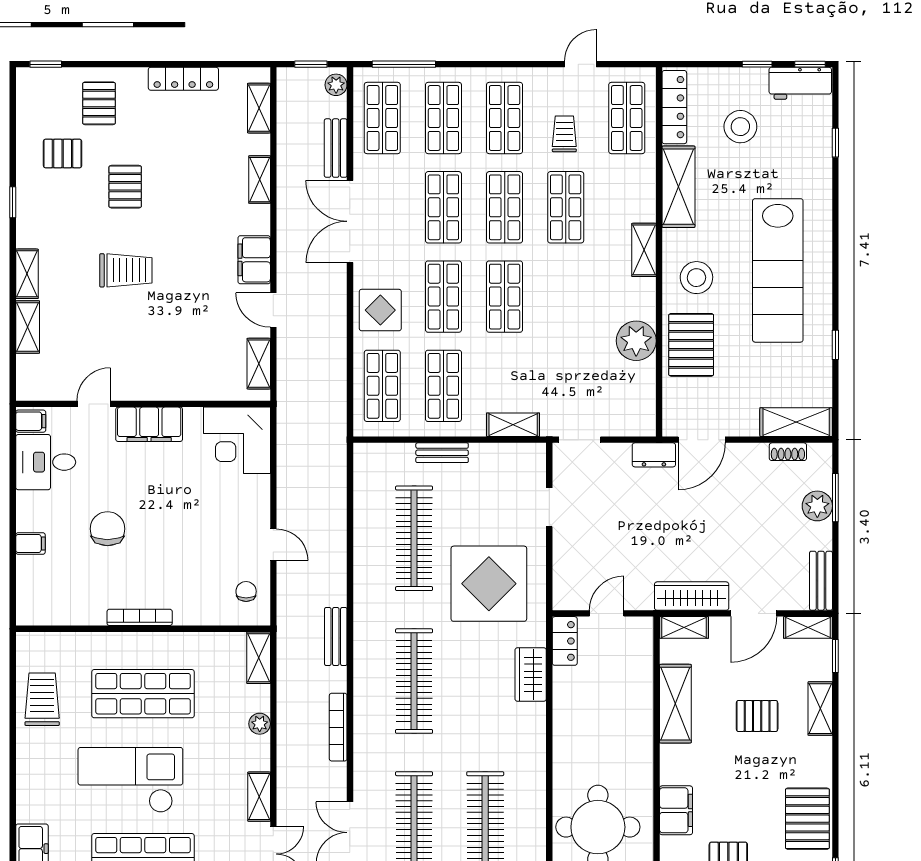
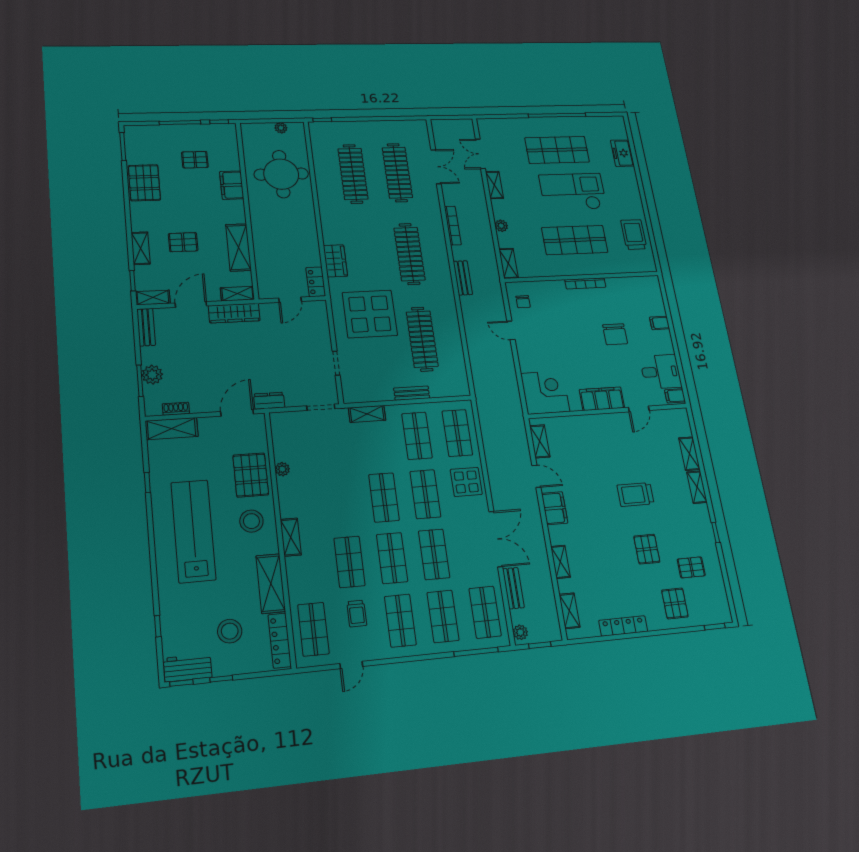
plant: (636, 341) -> (282, 469), width x0.53, depth x0.53
trolley: (42, 699) -> (634, 234), turned 180
checkout: (130, 780) -> (573, 192), turned 180

